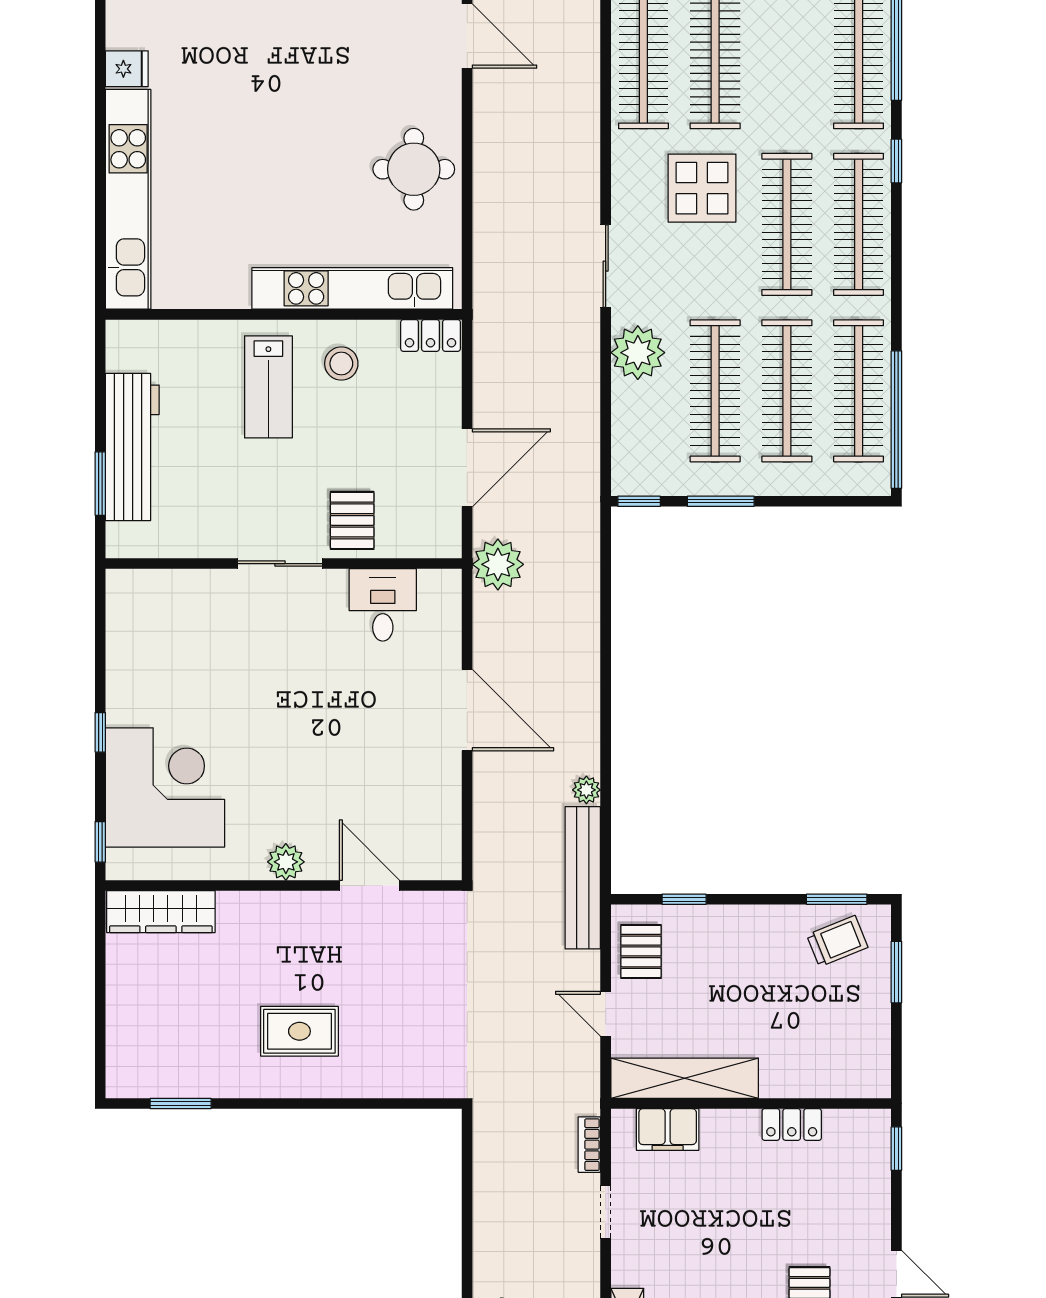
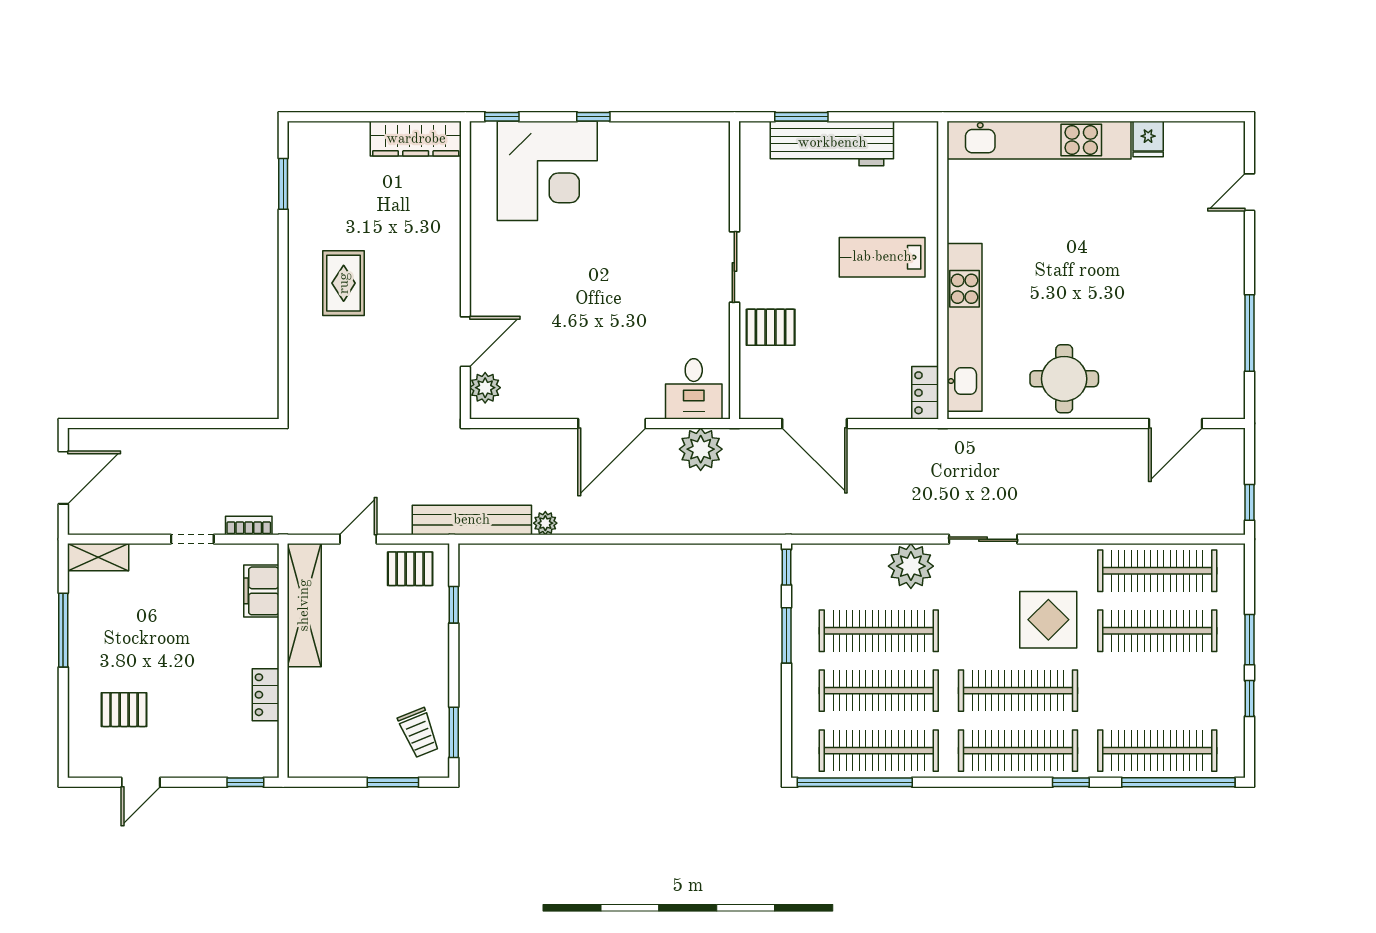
stool: (341, 364) -> (902, 318), removed
plant: (498, 564) -> (701, 449), moved
desk: (383, 605) -> (694, 389), moved, turned 90
plant: (286, 862) -> (485, 388), moved
wardrobe: (161, 912) -> (416, 139), moved, turned -90

